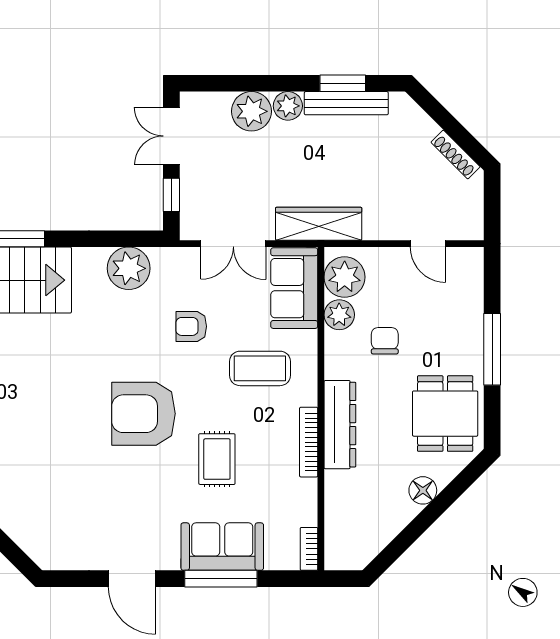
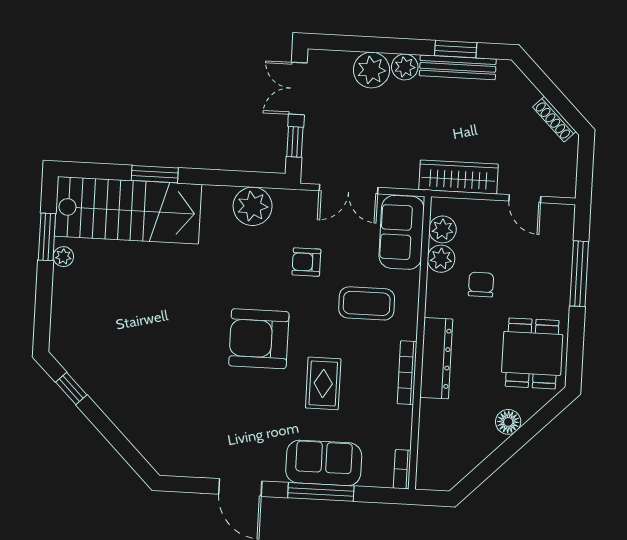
wardrobe: (319, 224) -> (458, 177), moved
plant: (345, 277) -> (443, 229), width x0.73, depth x0.73
window: (492, 349) -> (579, 274), moved

